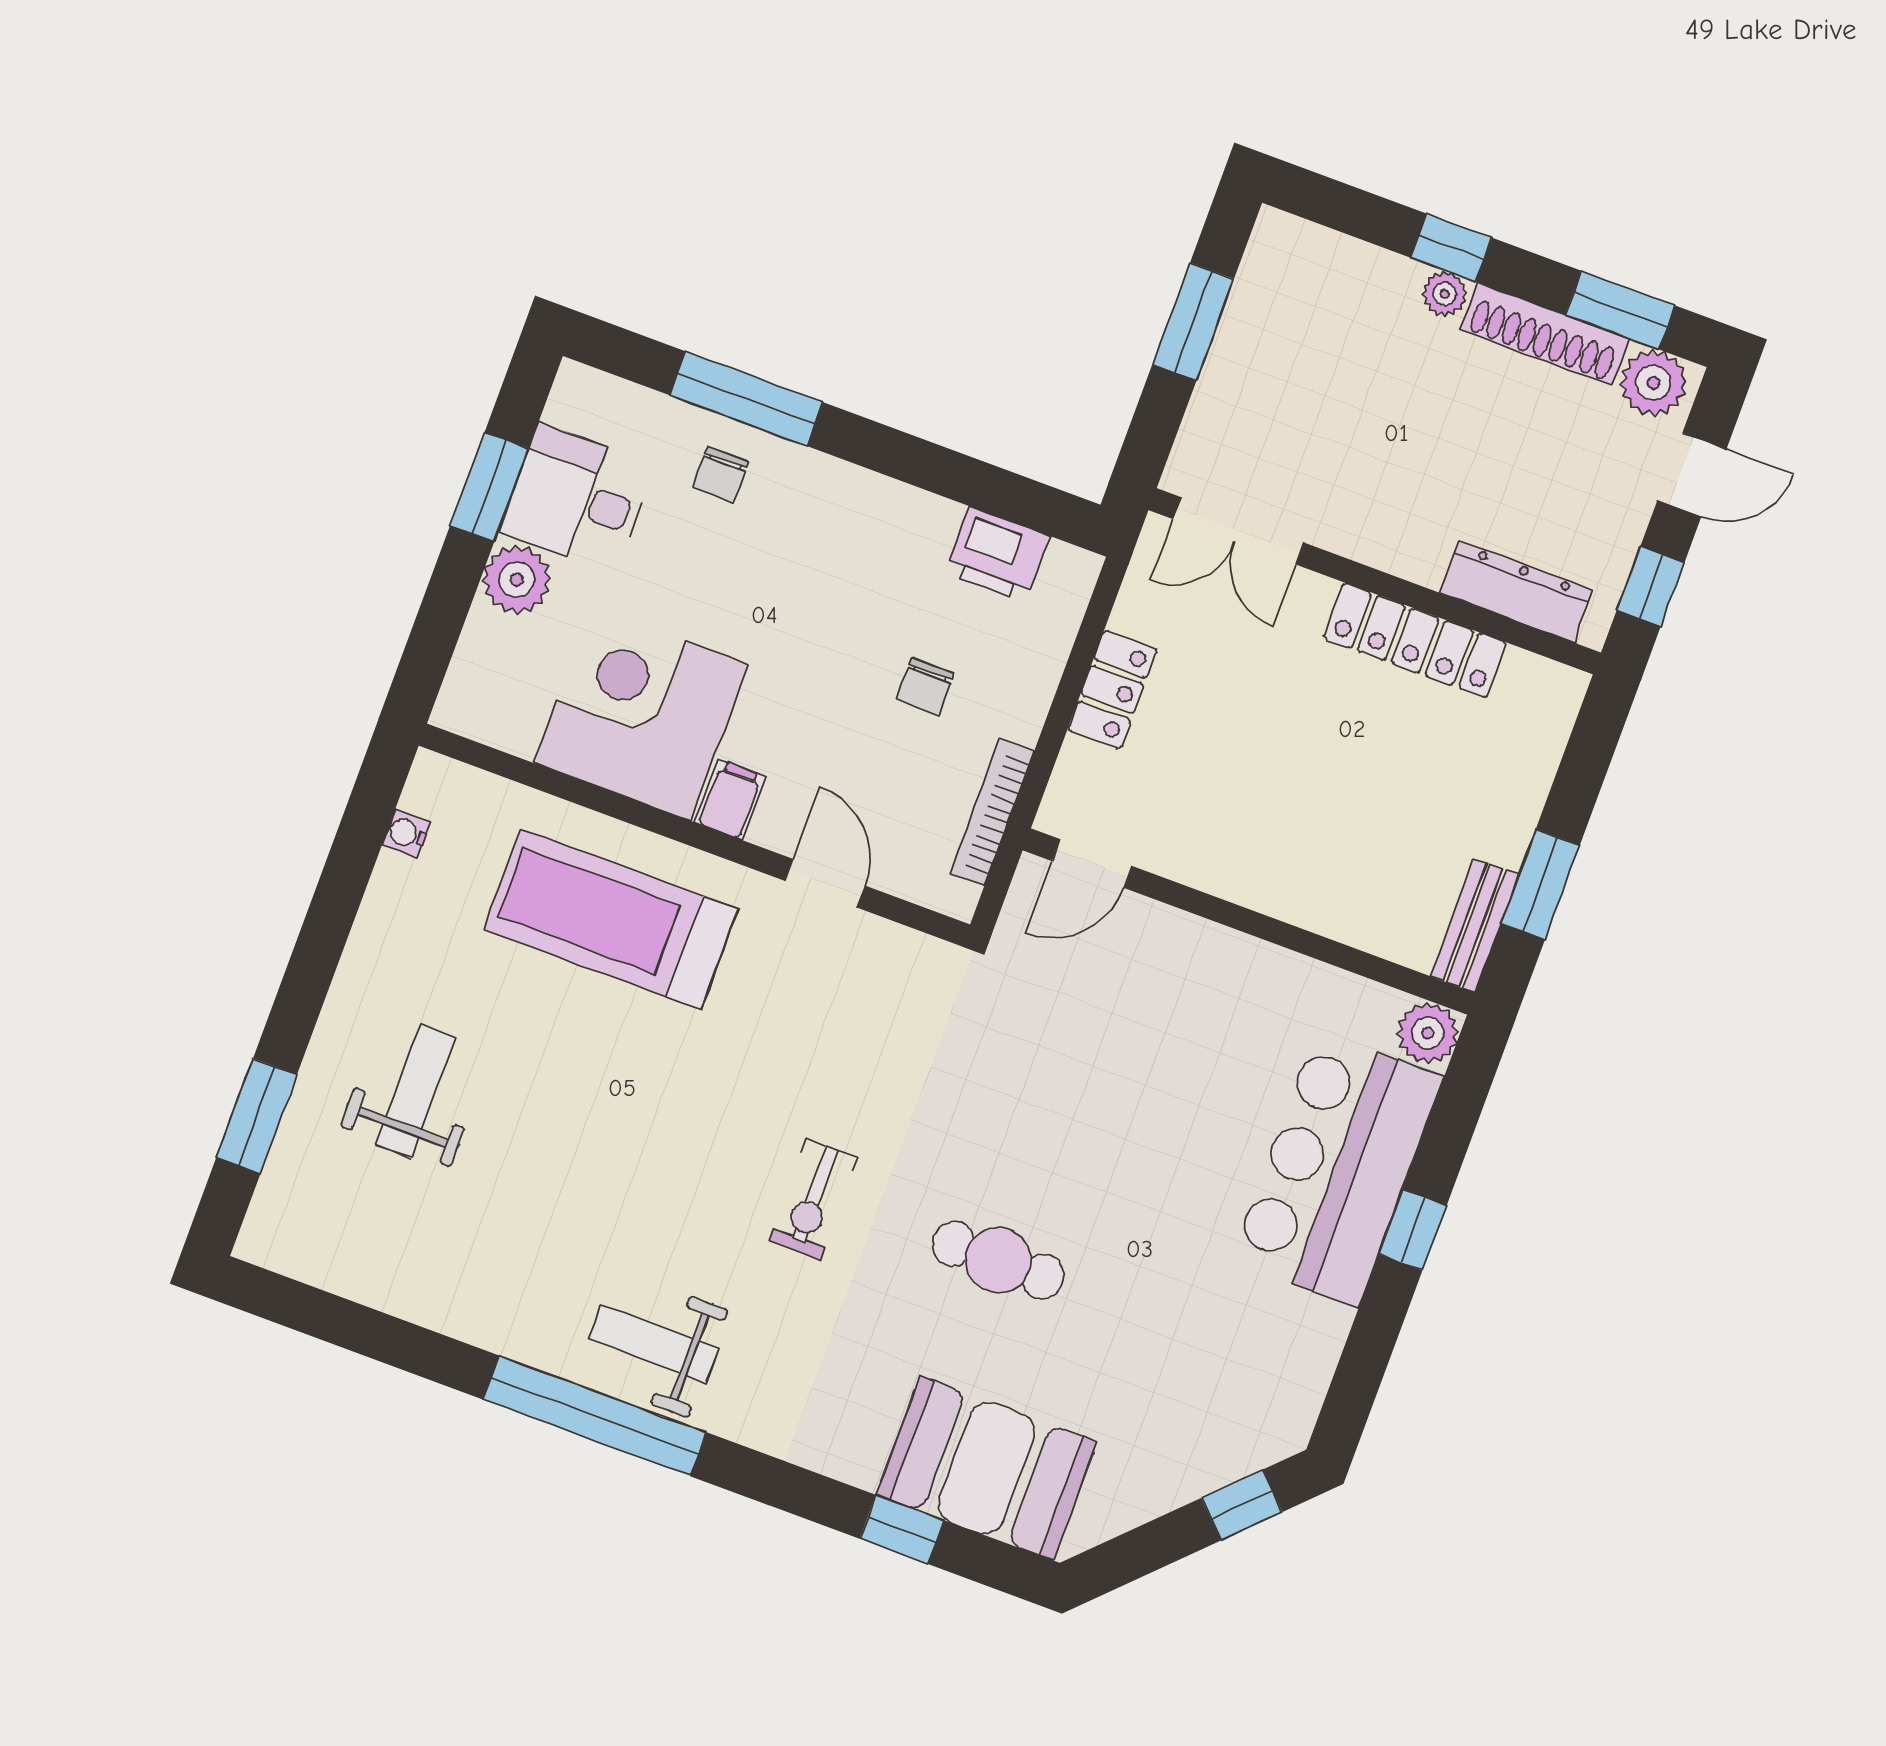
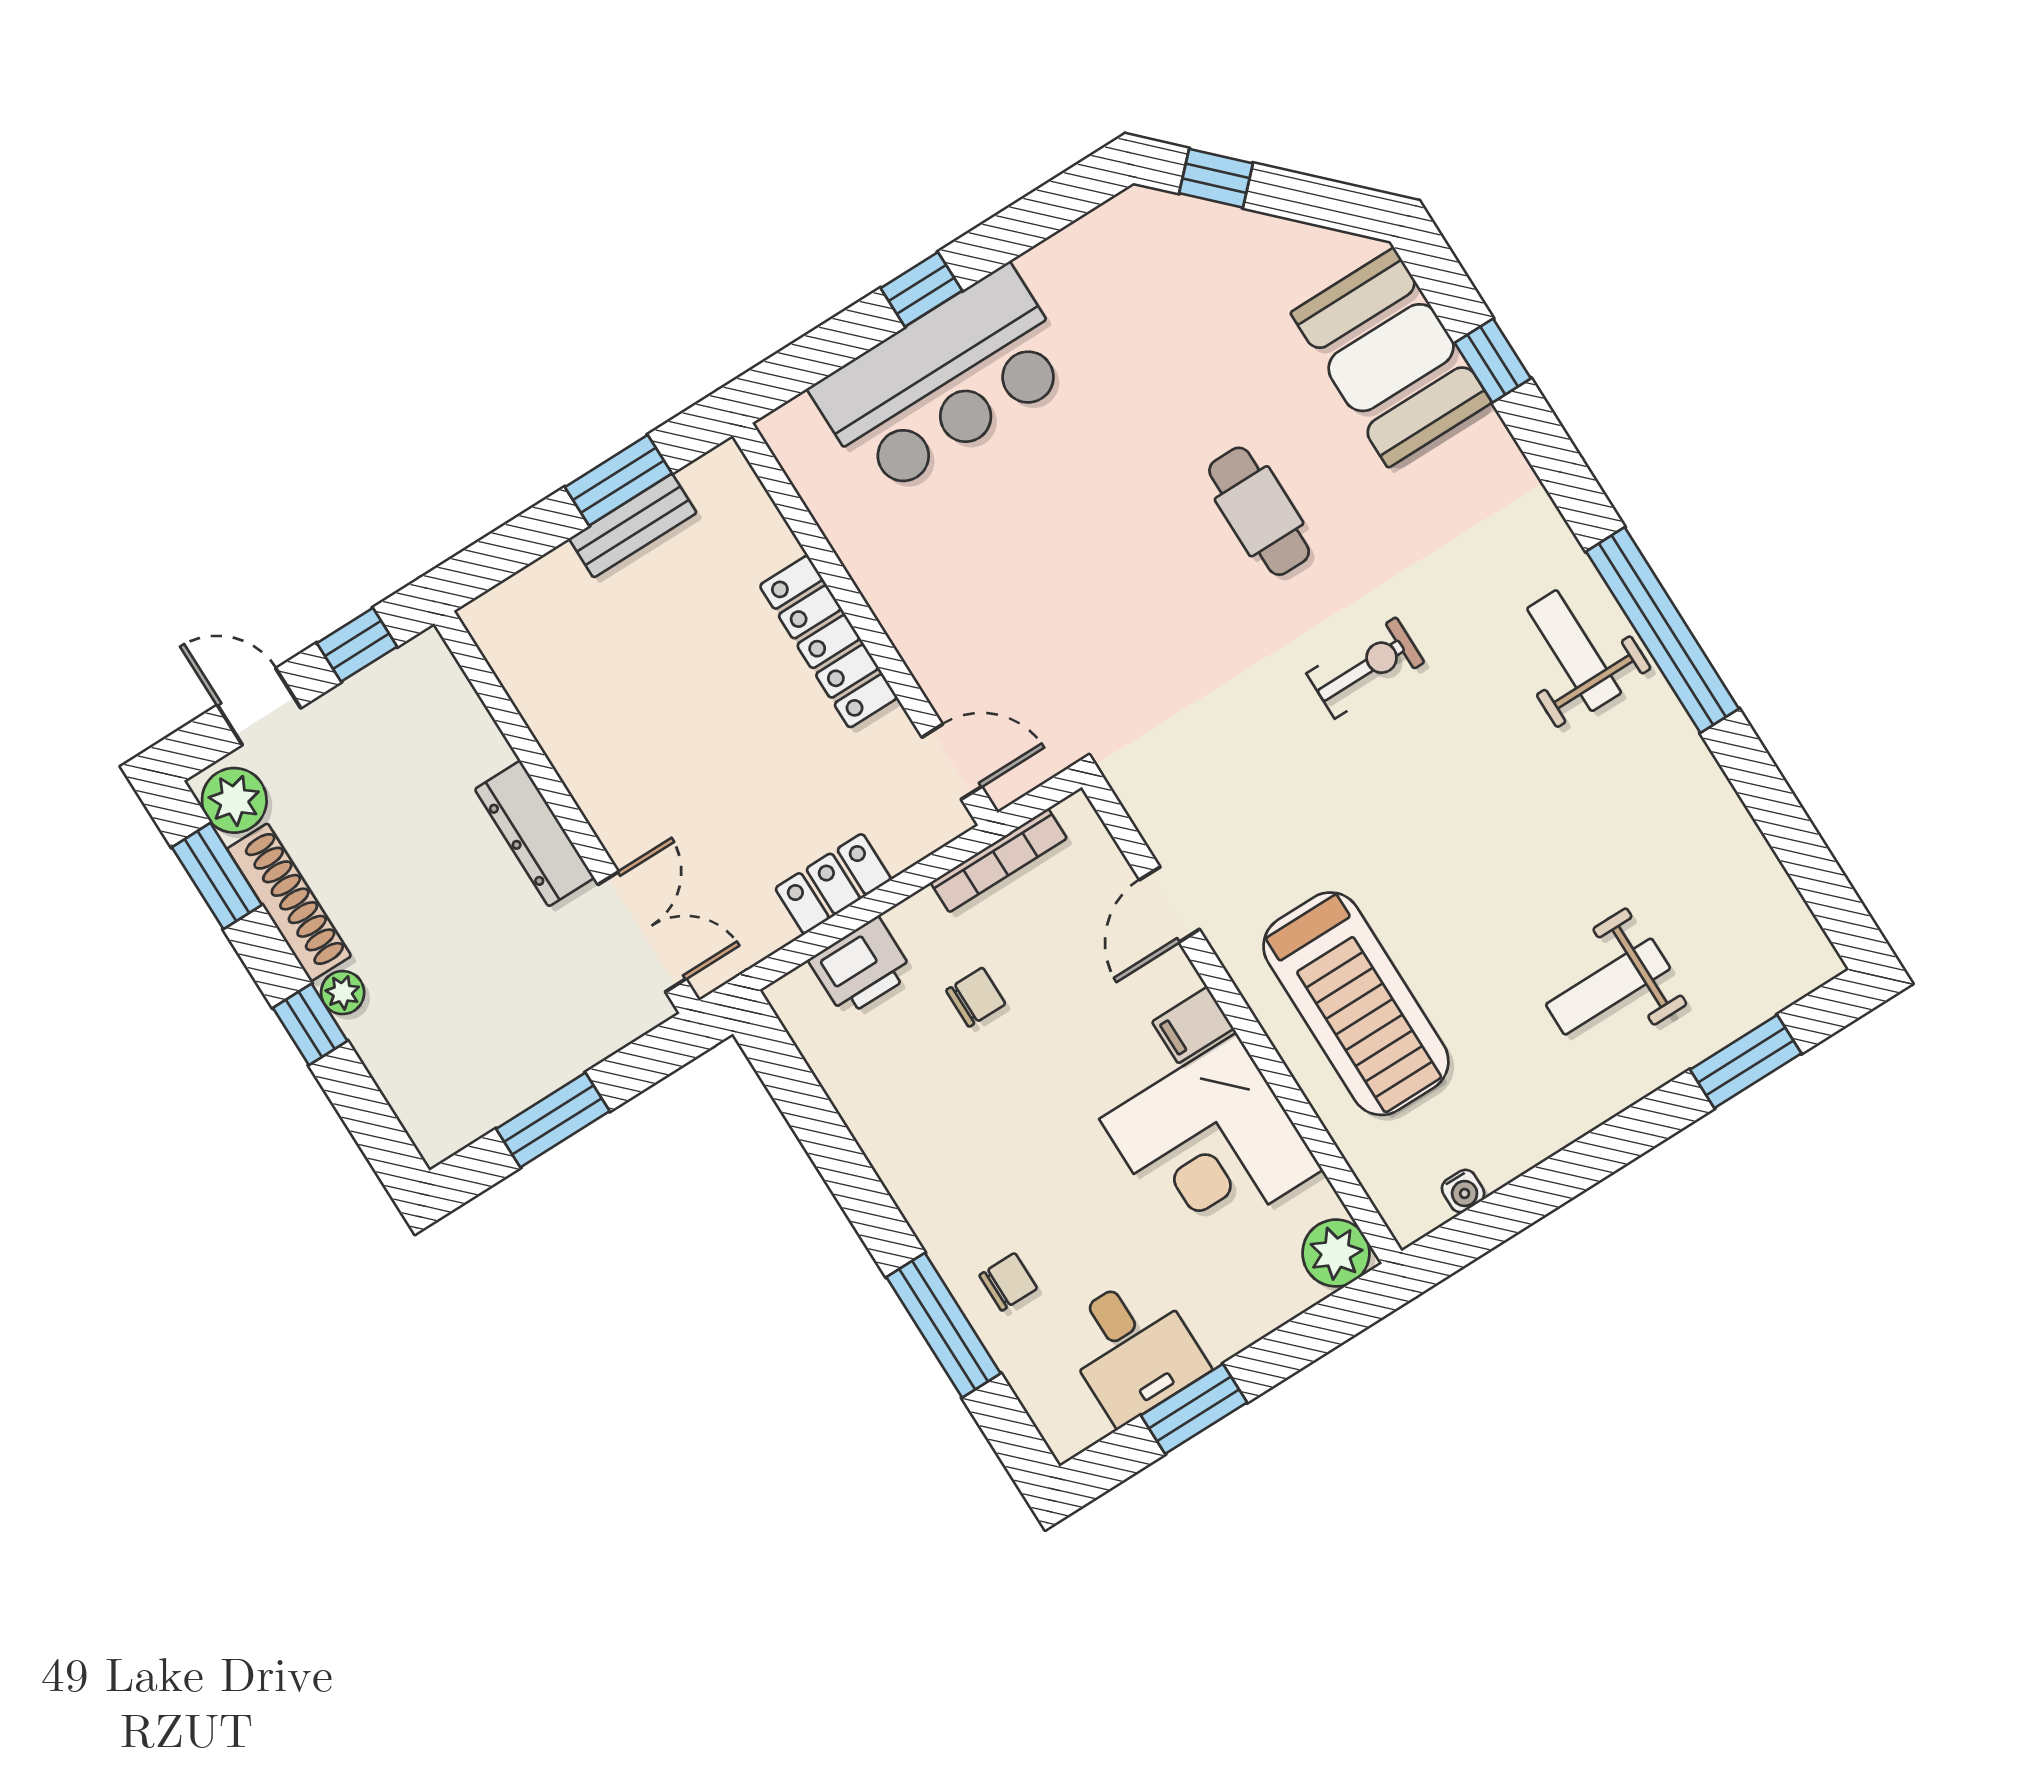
printer: (997, 554) -> (861, 967), moved, turned 90
plant: (517, 580) -> (1336, 1253), moved
dresser: (1516, 591) -> (535, 833), moved
locker: (1415, 640) -> (828, 642), moved, turned 180
bench: (1475, 925) -> (633, 526), moved
plant: (1428, 1033) -> (793, 432), removed
weight bench: (654, 1344) -> (1574, 651), turned 180

